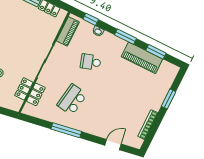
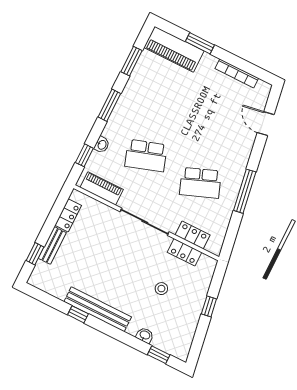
piano: (142, 58) -> (174, 49), moved, turned 90
school desk: (91, 62) -> (146, 156), width x1.85
school desk: (72, 100) -> (200, 183), turned -30

